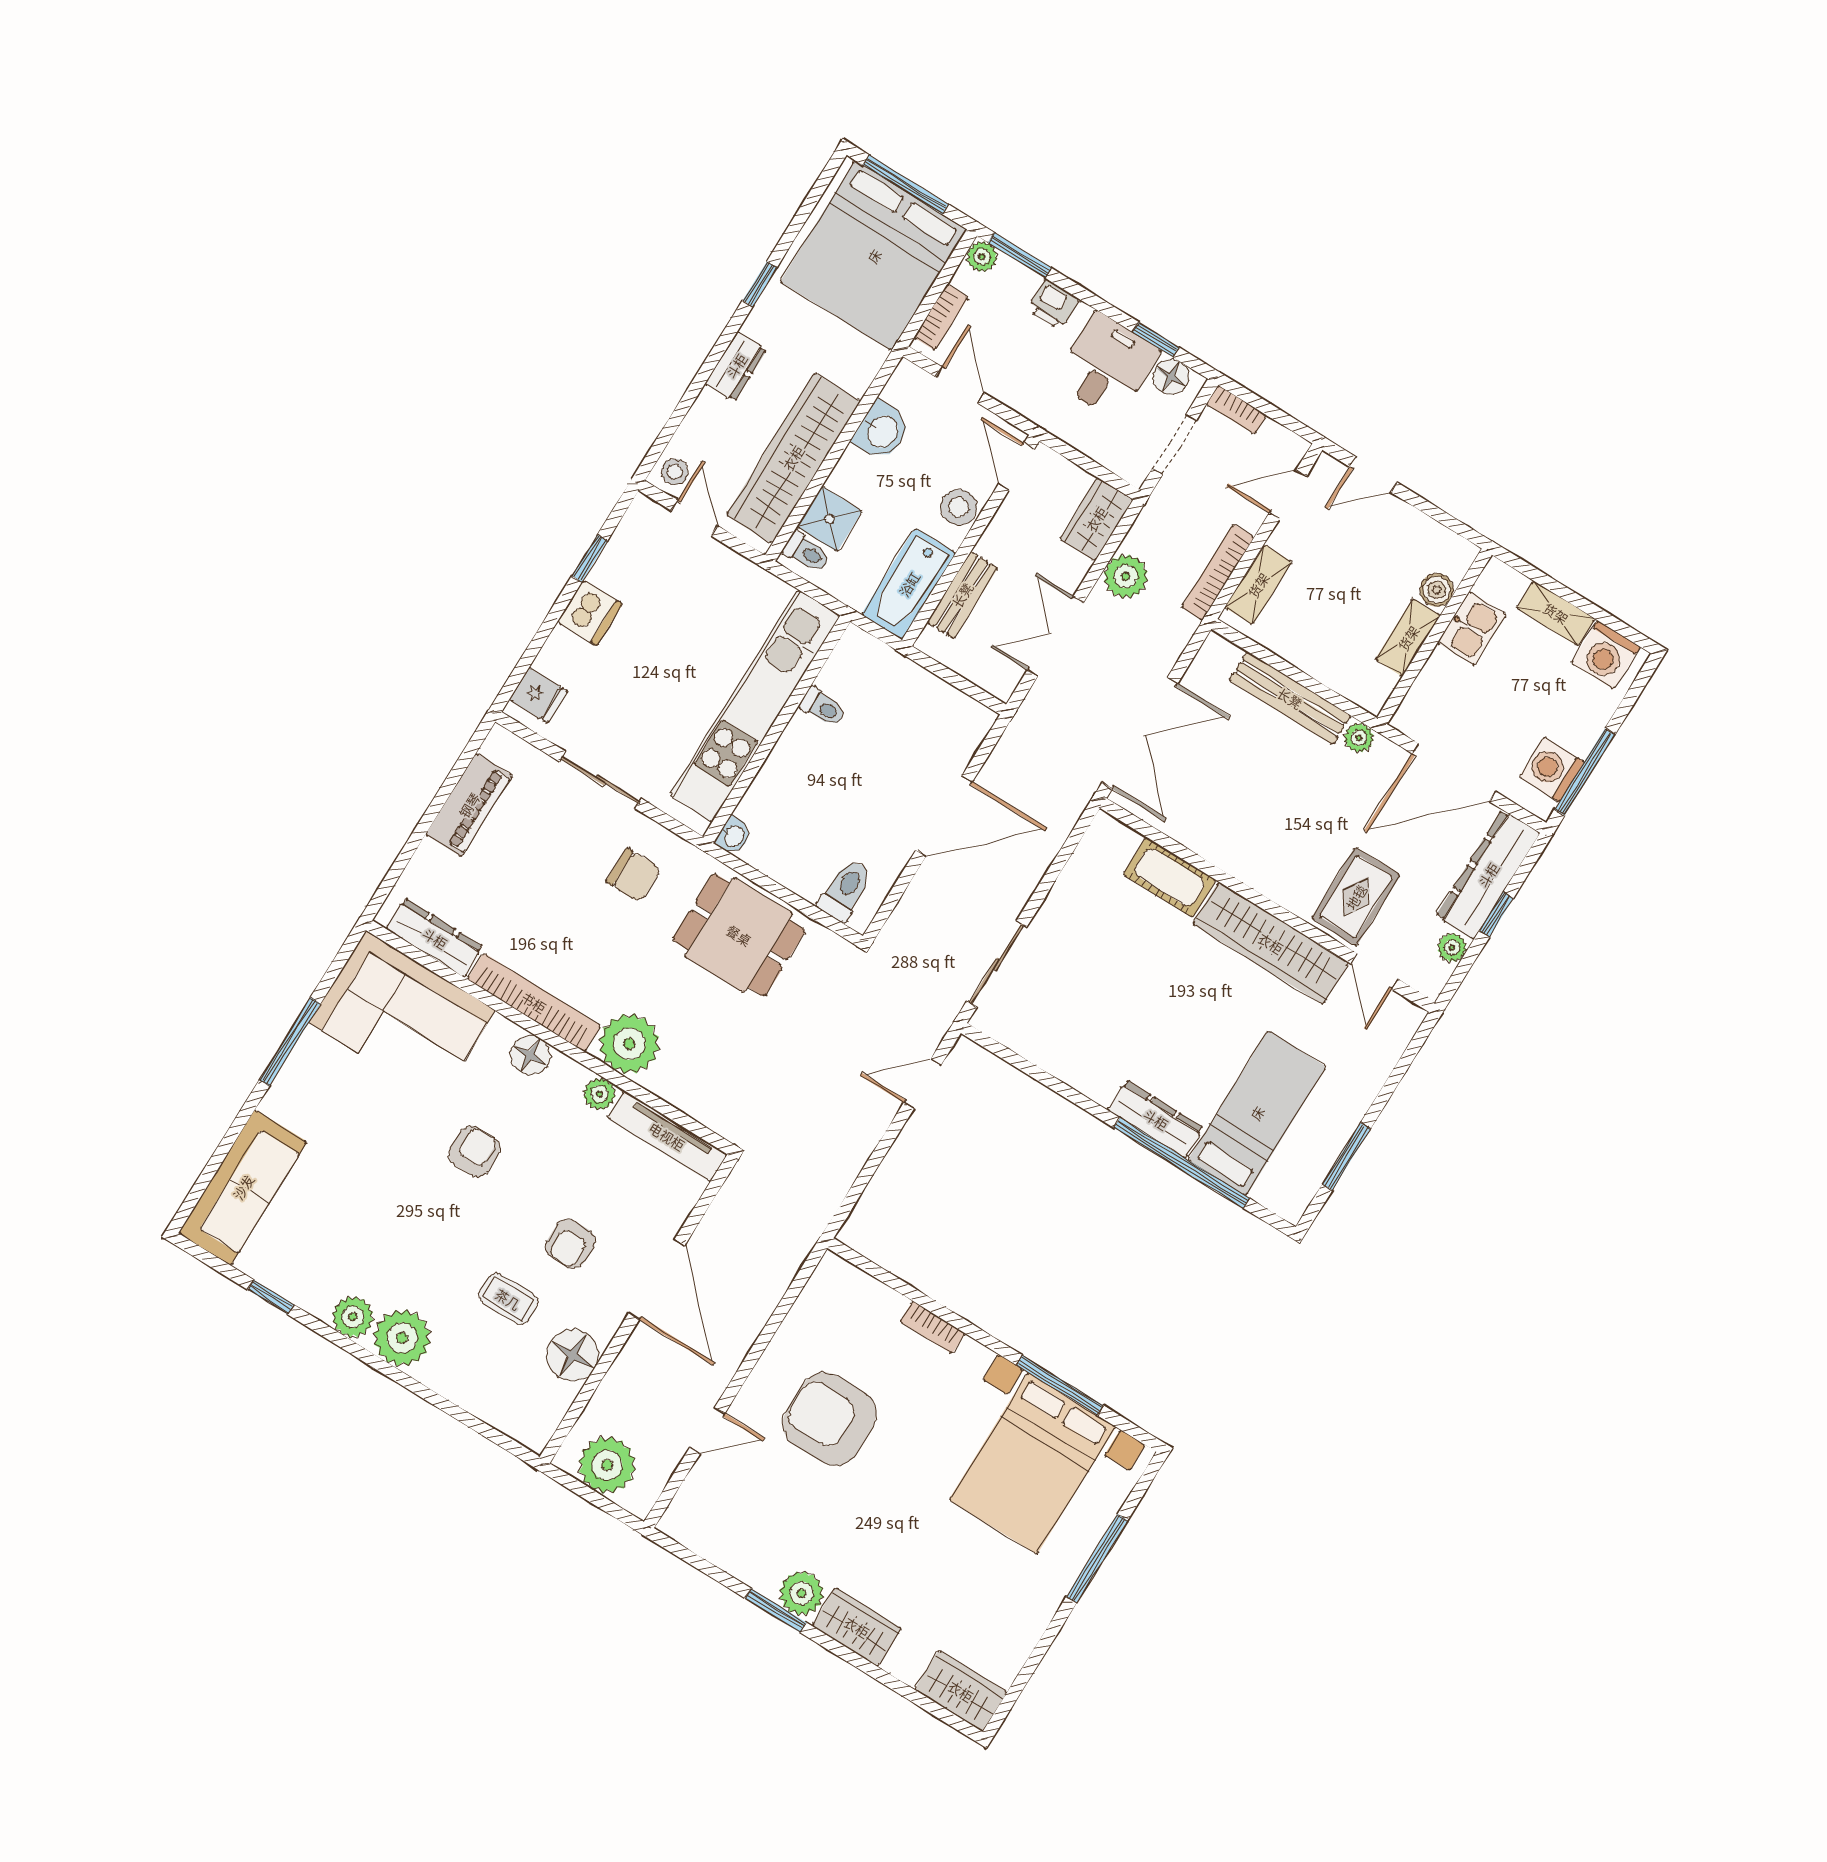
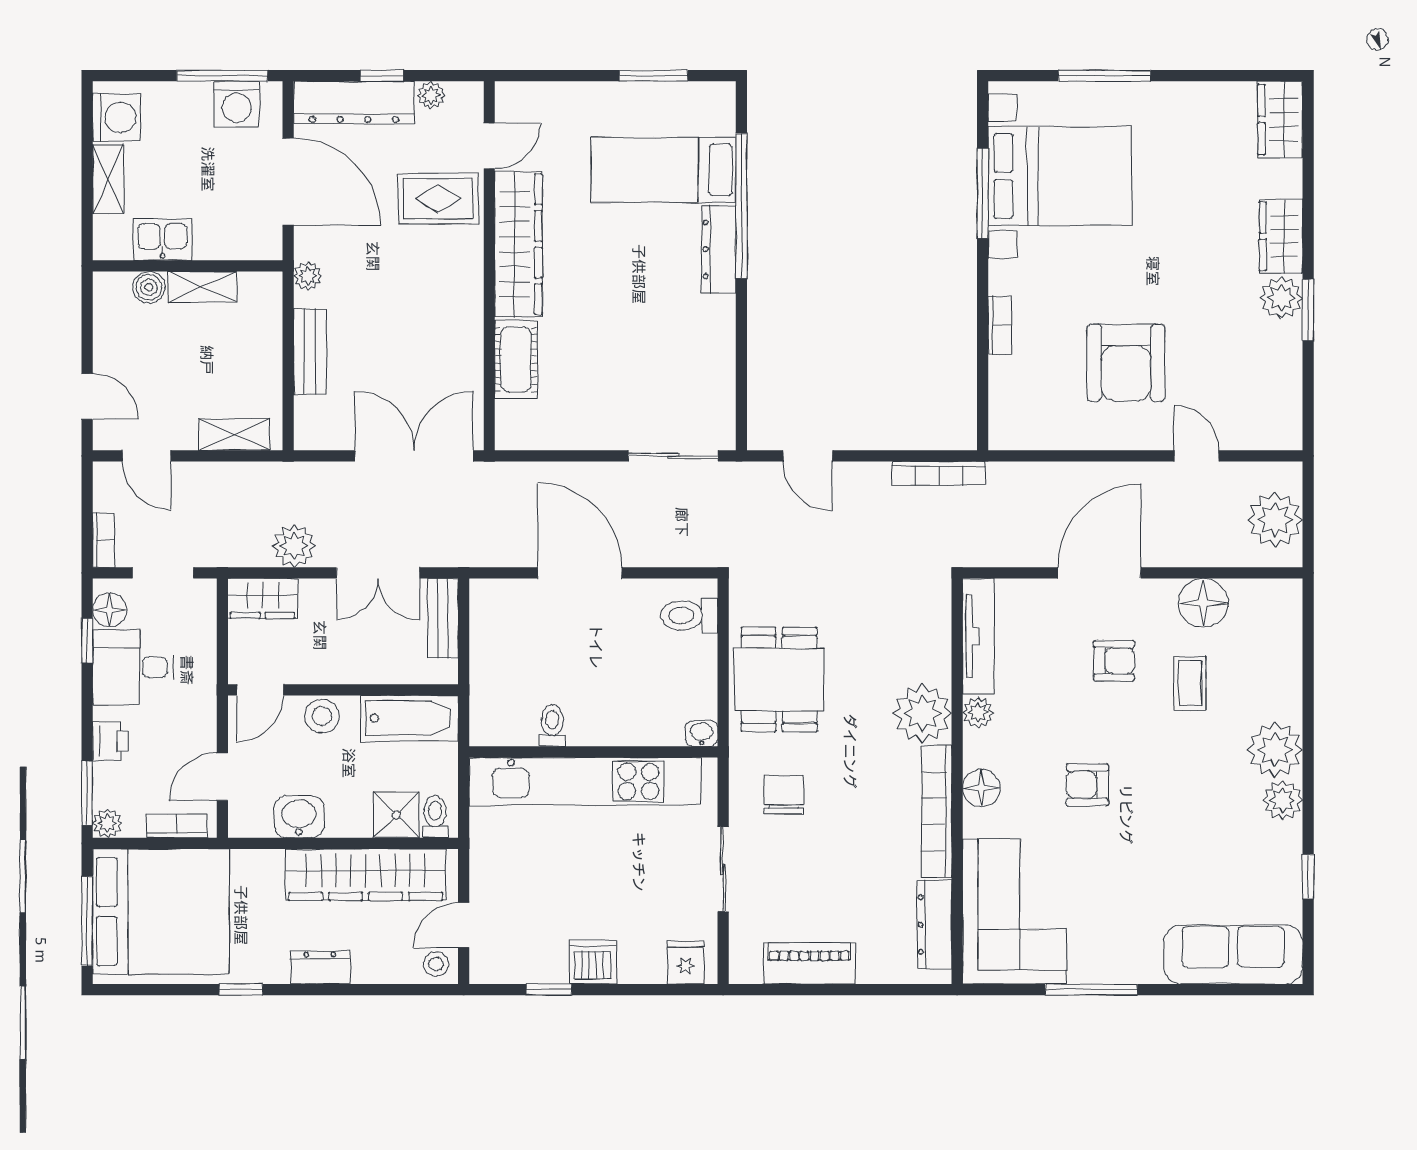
bookcase: (1218, 572) -> (939, 473), moved
bench: (962, 595) -> (443, 618), moved, turned 90
bench: (1290, 698) -> (310, 352), width x0.73

